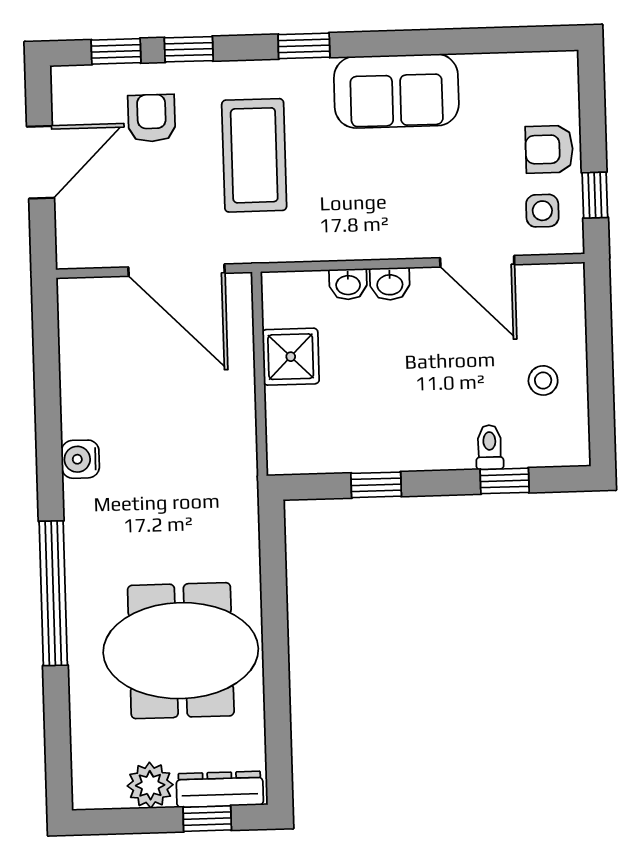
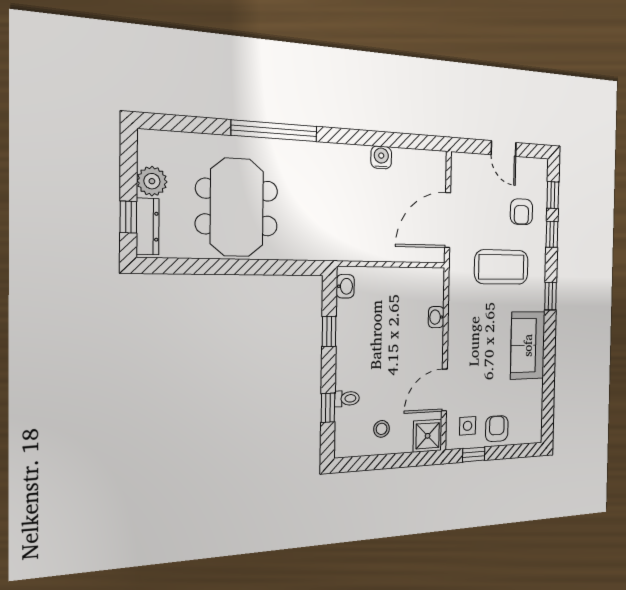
armchair: (152, 118) -> (521, 212), turned 90
door: (41, 162) -> (504, 149), width x0.73
washbasin: (390, 284) -> (345, 286), moved, turned 180
shower: (291, 357) -> (428, 436), moved
water cooler: (80, 459) -> (381, 157), moved

